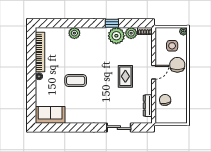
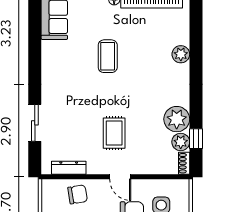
window: (112, 23) -> (196, 139), moved
rug: (125, 76) -> (114, 133), turned 90

